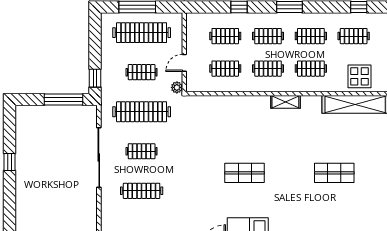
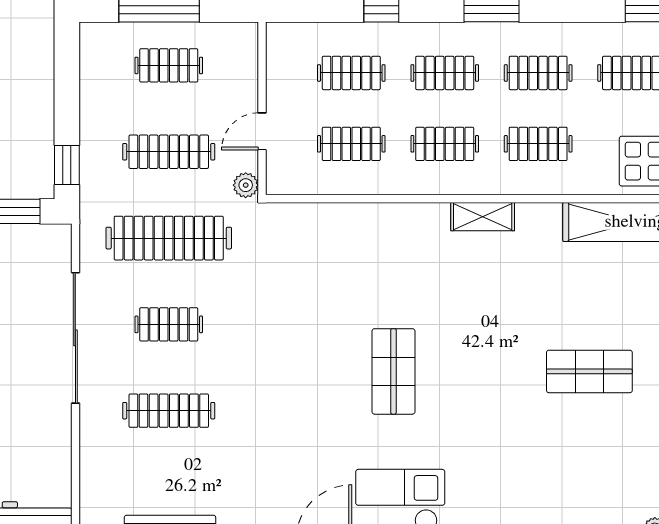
clothes rail: (142, 33) -> (169, 65), width x0.54, depth x0.76
clothes rail: (142, 72) -> (169, 152), width x1.36
shop shelf: (245, 173) -> (393, 371), turned 90

